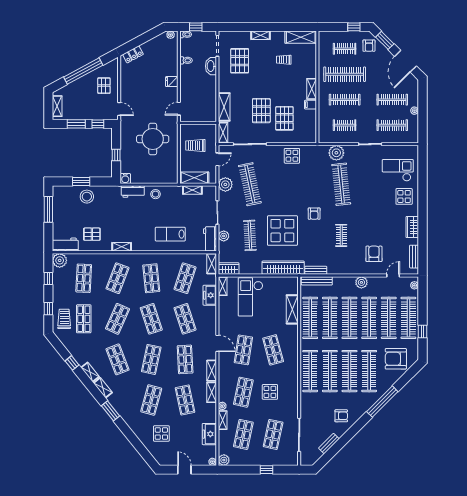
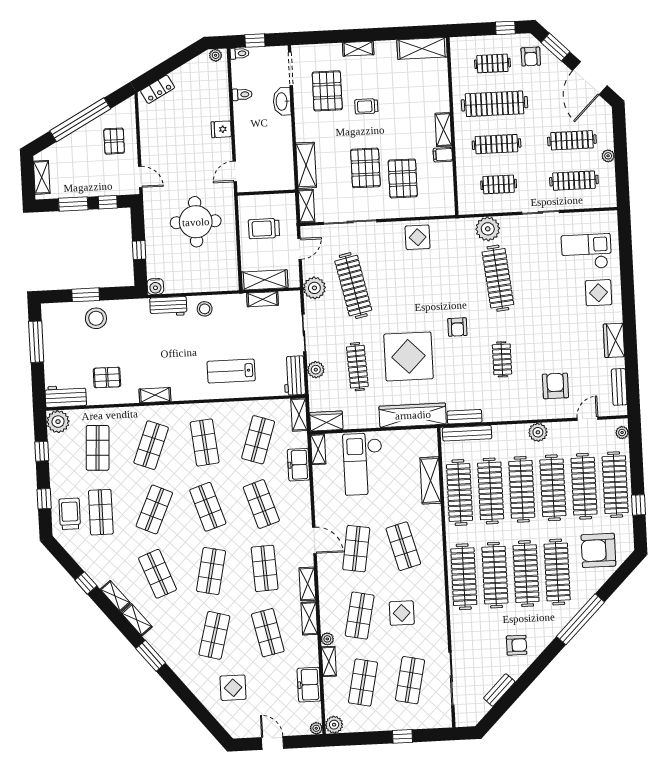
trolley: (284, 60) -> (366, 106), moved

